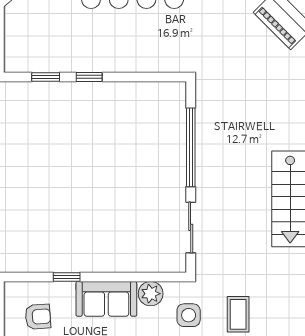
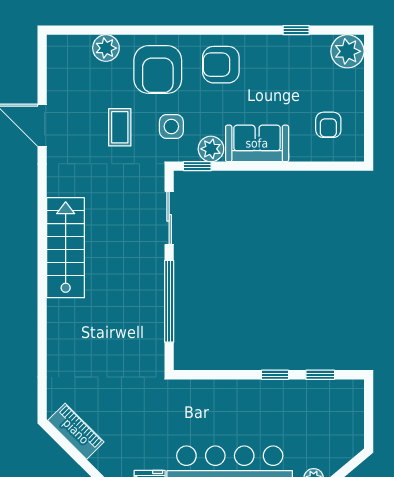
window: (67, 277) -> (197, 166), moved
armchair: (38, 317) -> (328, 125), turned -86

